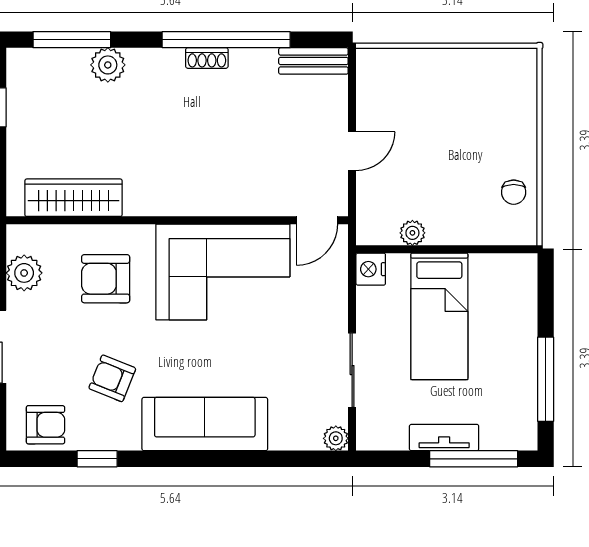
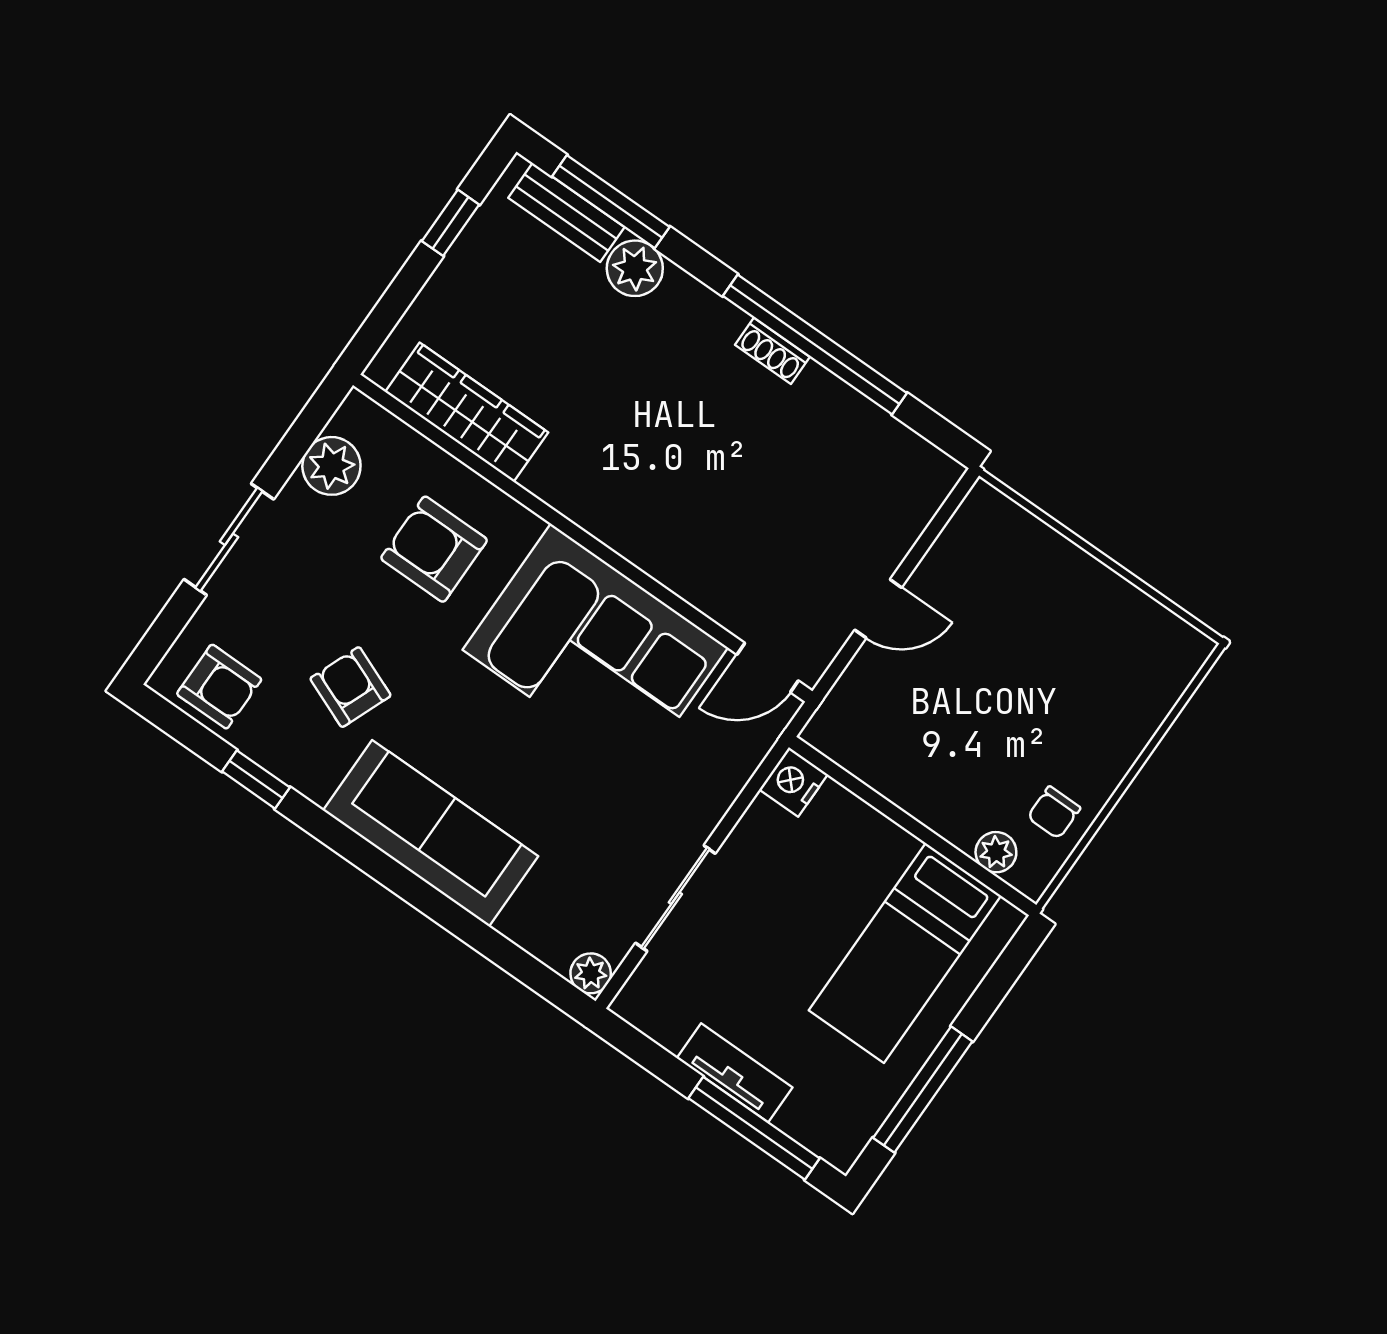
bench: (313, 61) -> (566, 213), moved
plant: (412, 233) -> (996, 852), moved
bed: (439, 316) -> (905, 953), moved

